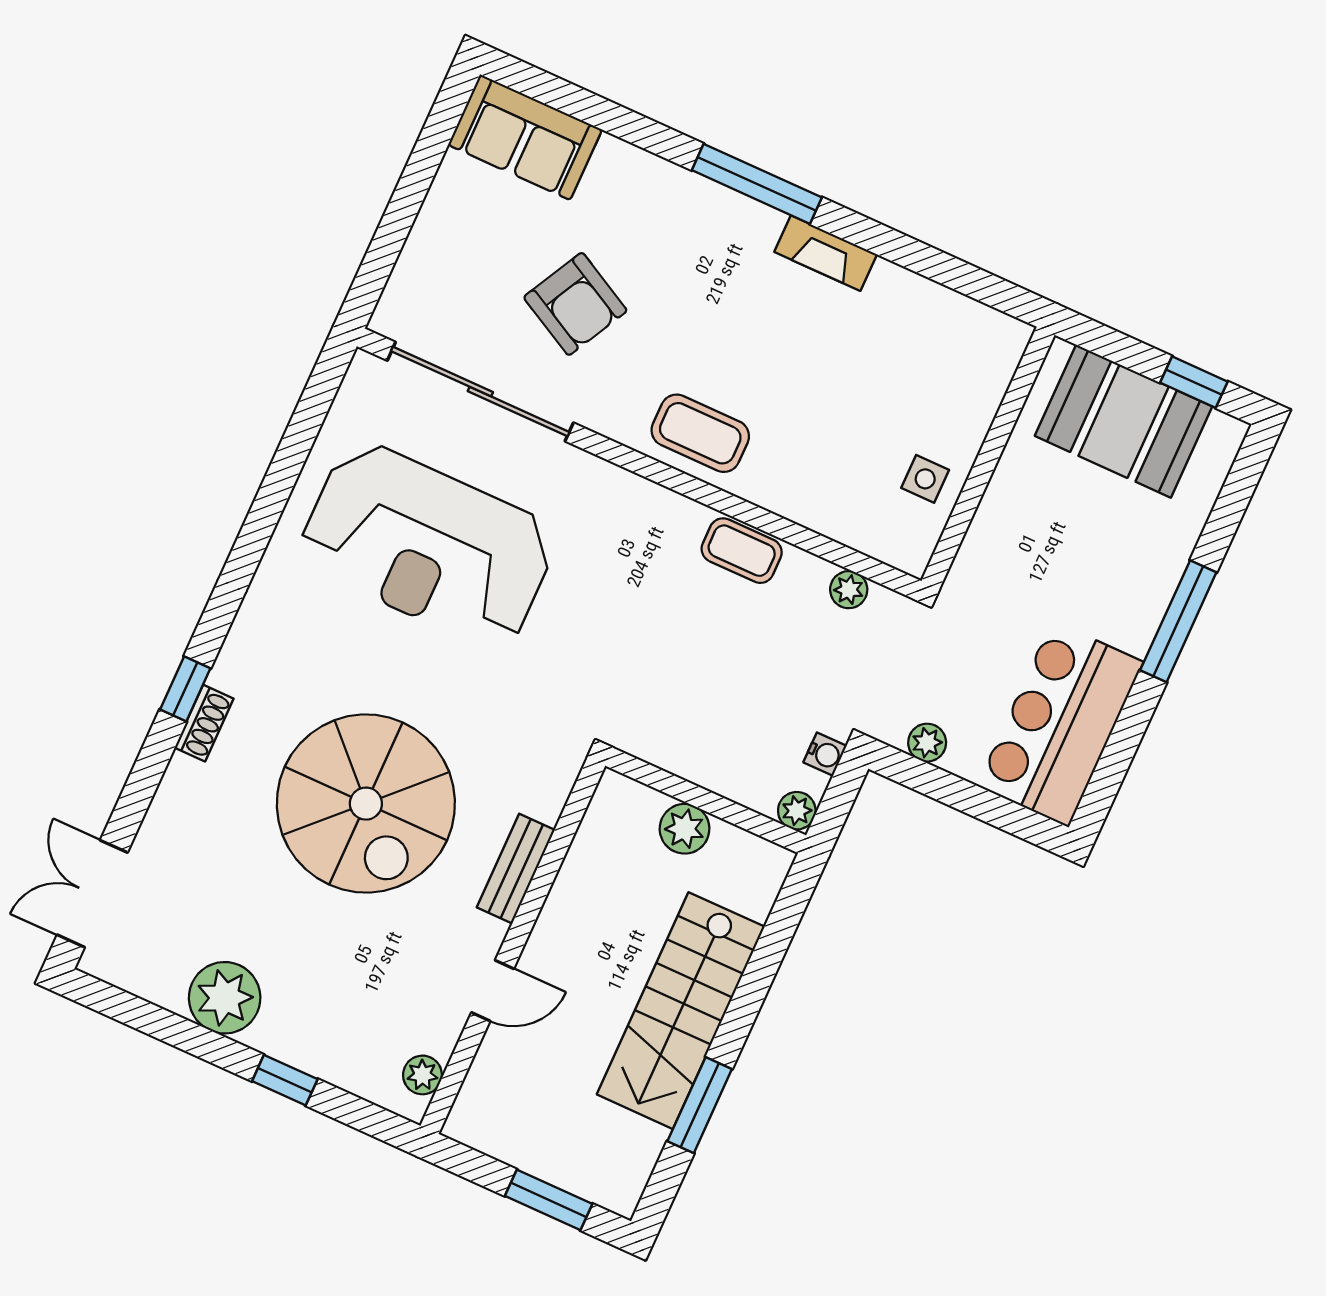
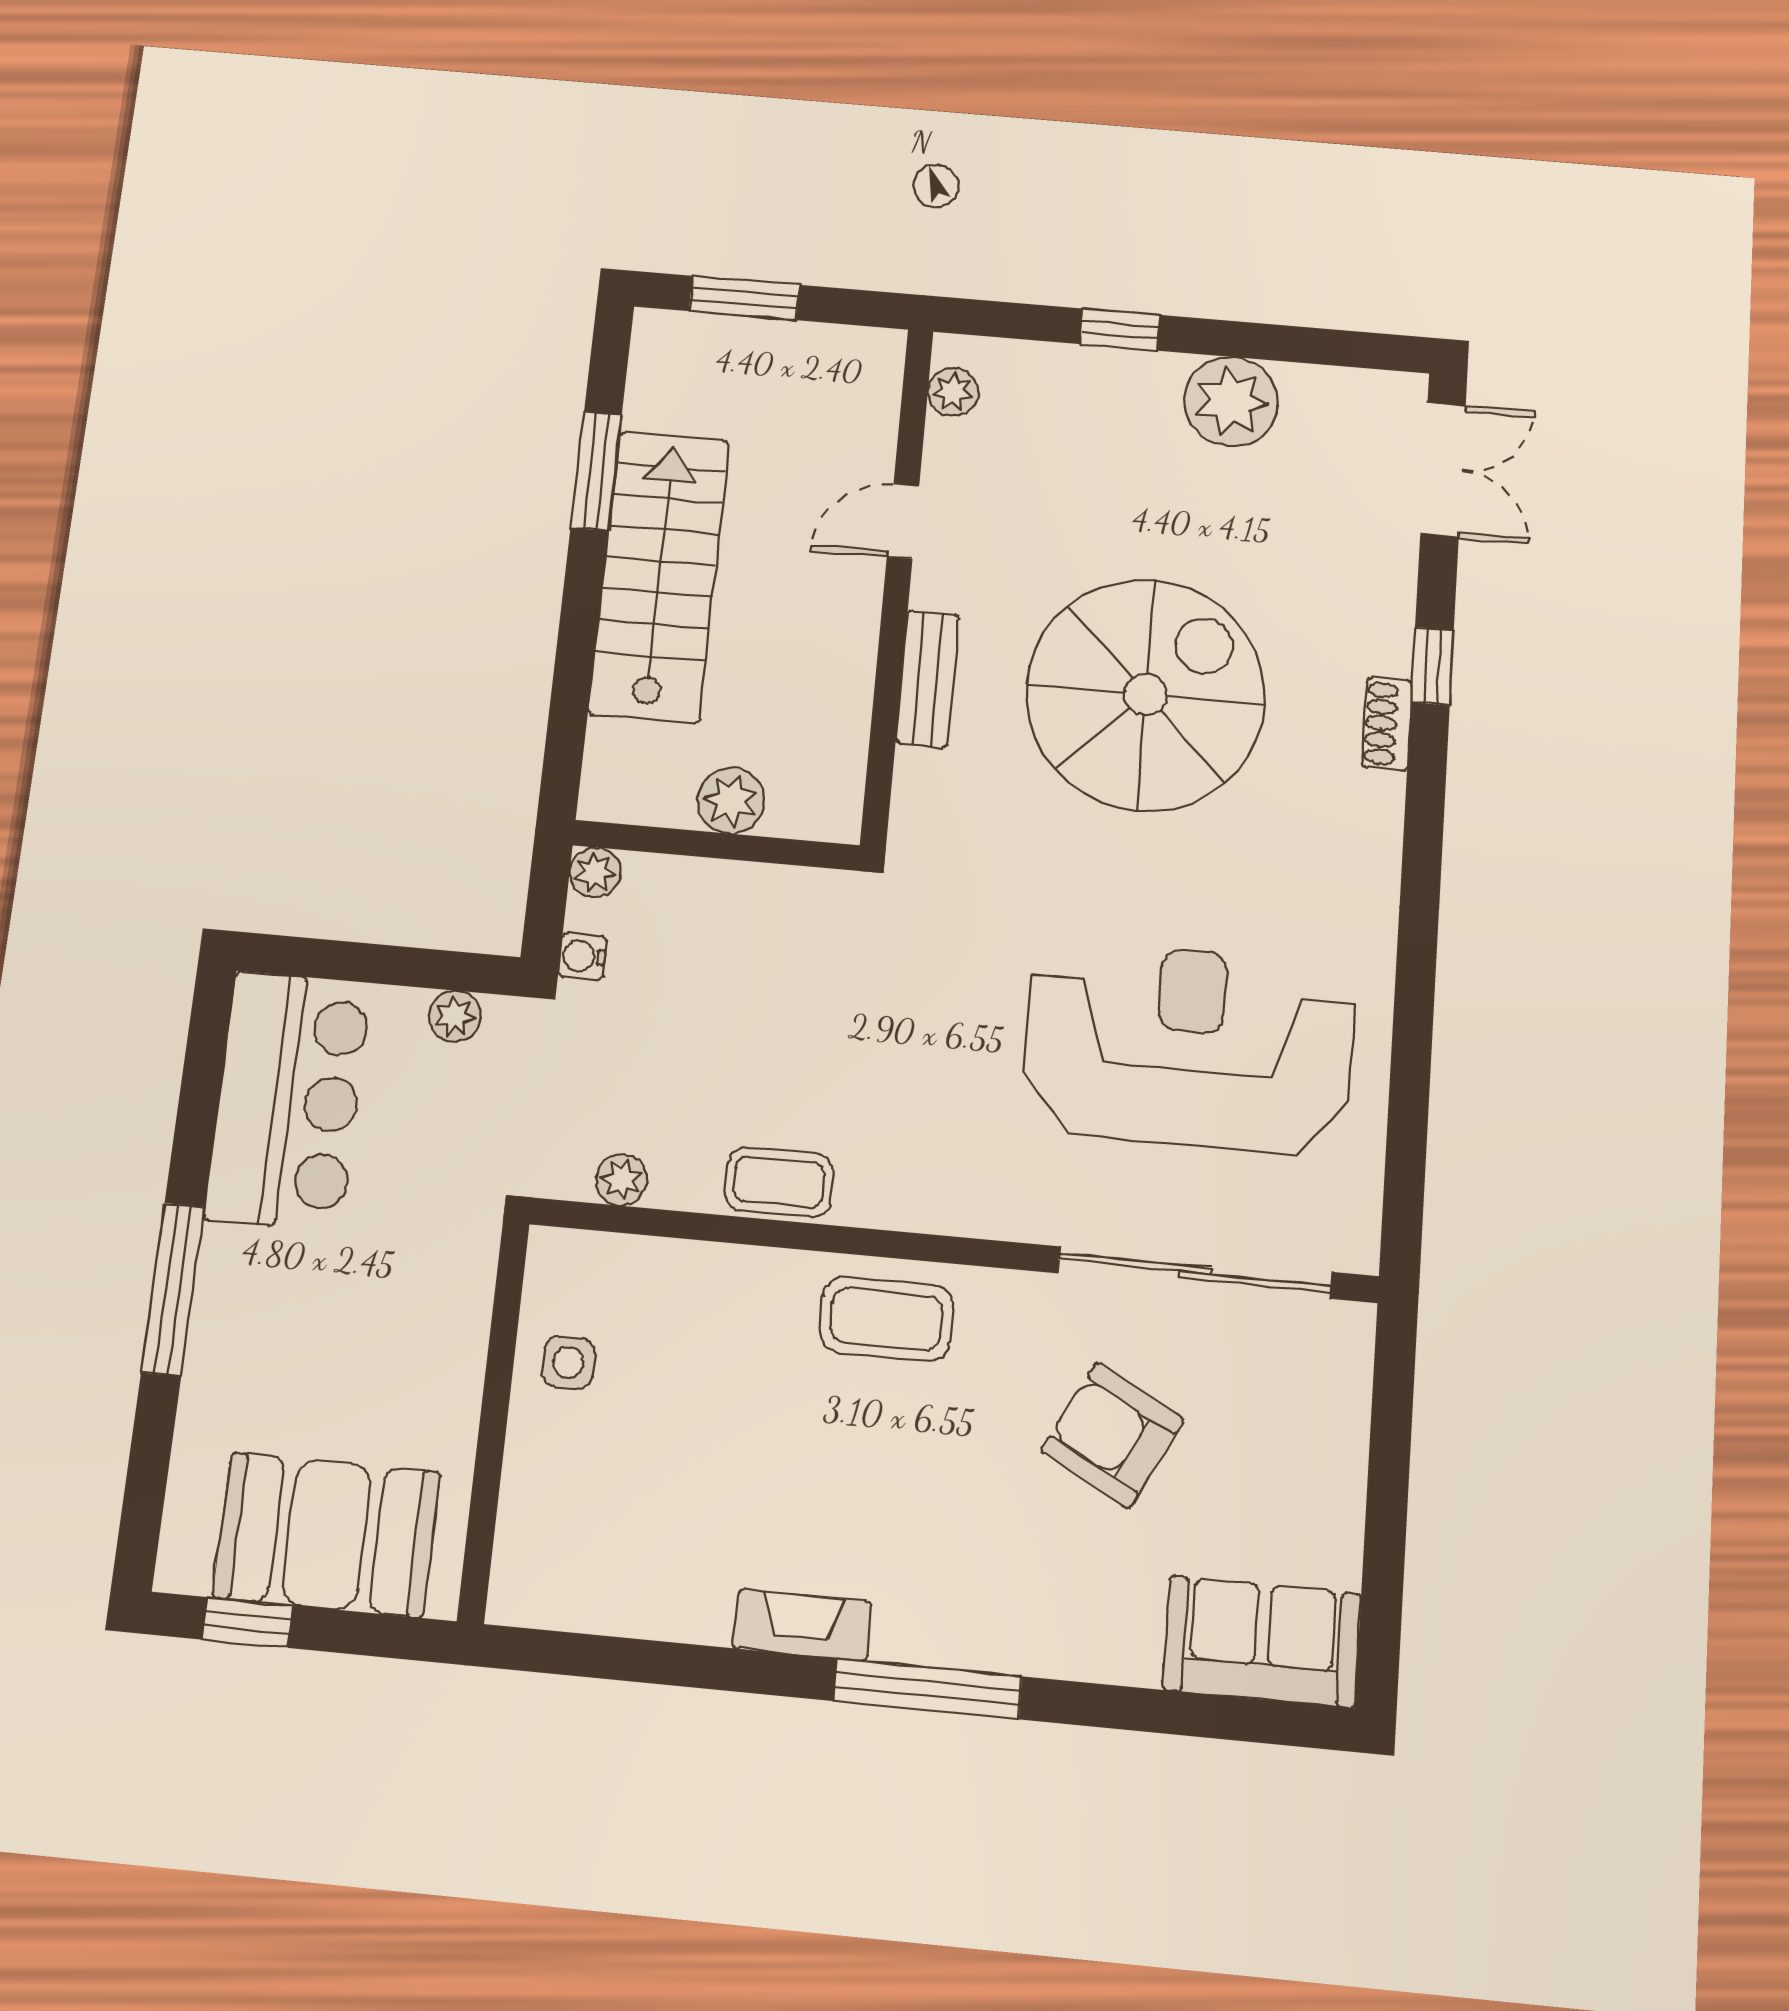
window: (185, 689) -> (1432, 666), moved
spiral stairs: (366, 804) -> (1146, 694), turned 90

